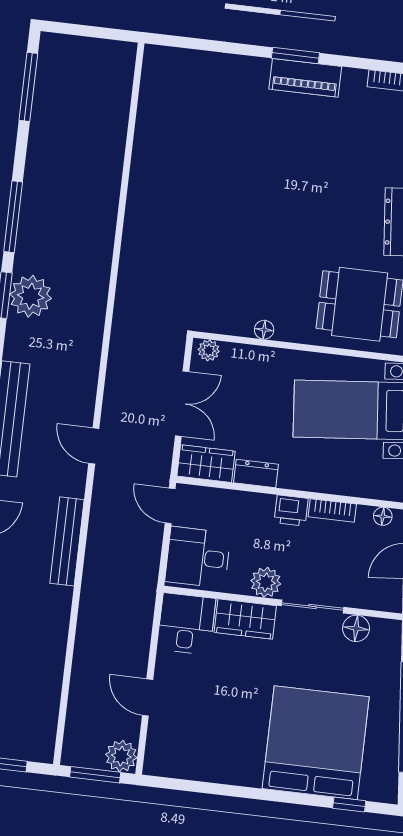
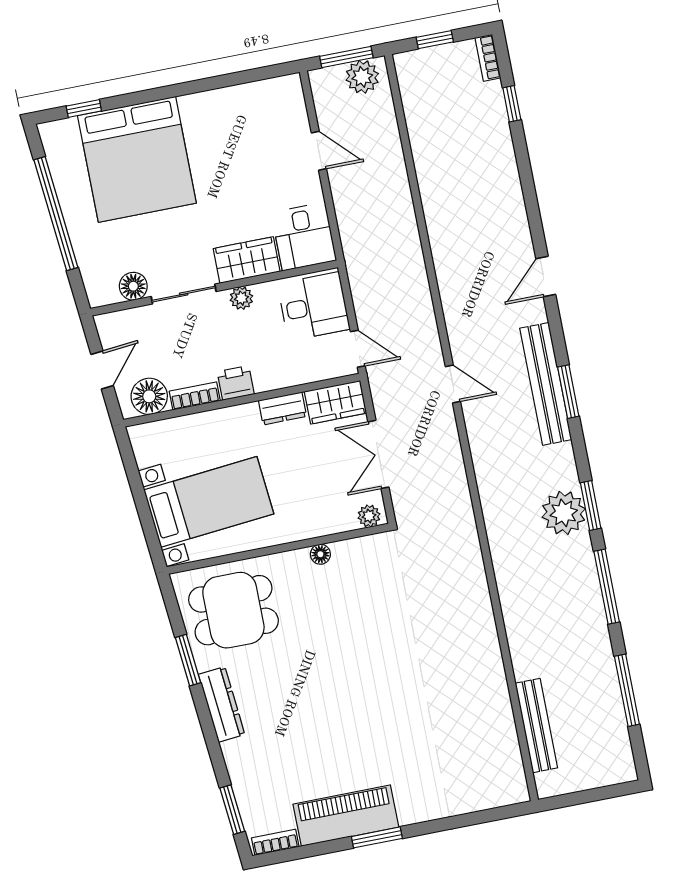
piano: (305, 78) -> (346, 816), width x1.37, depth x1.33
window: (28, 87) -> (627, 690), moved
floor lamp: (383, 516) -> (149, 396), width x1.89, depth x1.89
bench: (67, 541) -> (536, 726), moved
plant: (266, 582) -> (241, 298), width x0.73, depth x0.73
plant: (121, 756) -> (362, 77), moved

